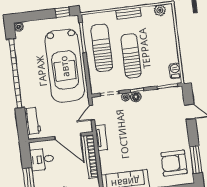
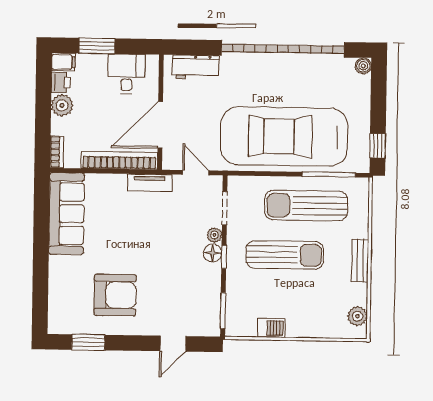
sun lounger: (102, 48) -> (306, 206), turned 180
barbecue: (175, 71) -> (271, 328), moved
window: (196, 160) -> (88, 342), width x0.69
armchair: (174, 163) -> (115, 295), moved, turned 90

